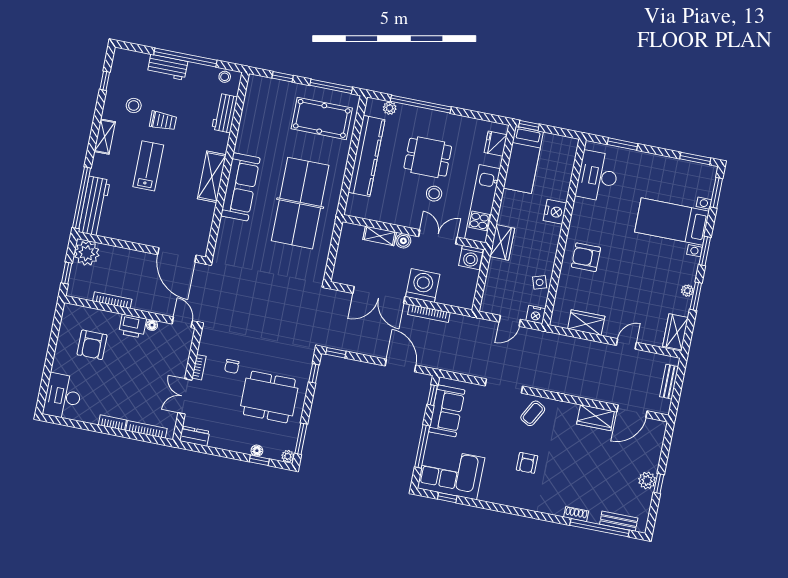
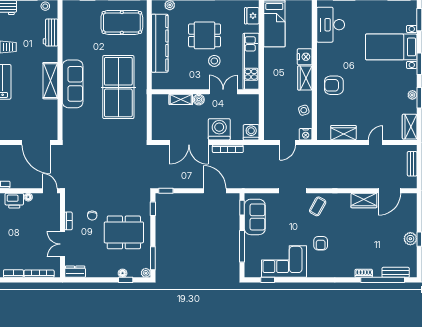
wardrobe: (502, 242) -> (305, 78), moved, turned 180
washing machine: (471, 257) -> (251, 132), moved, turned 180
corner sofa: (451, 473) -> (284, 262), moved

